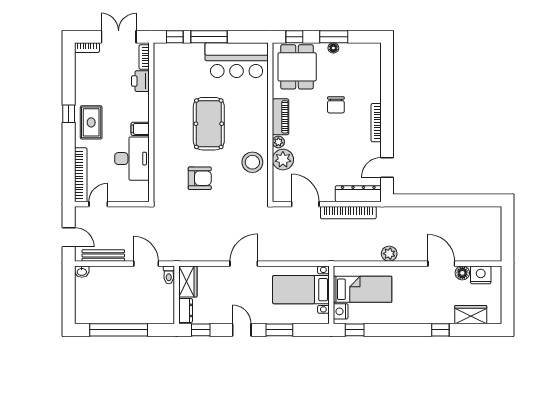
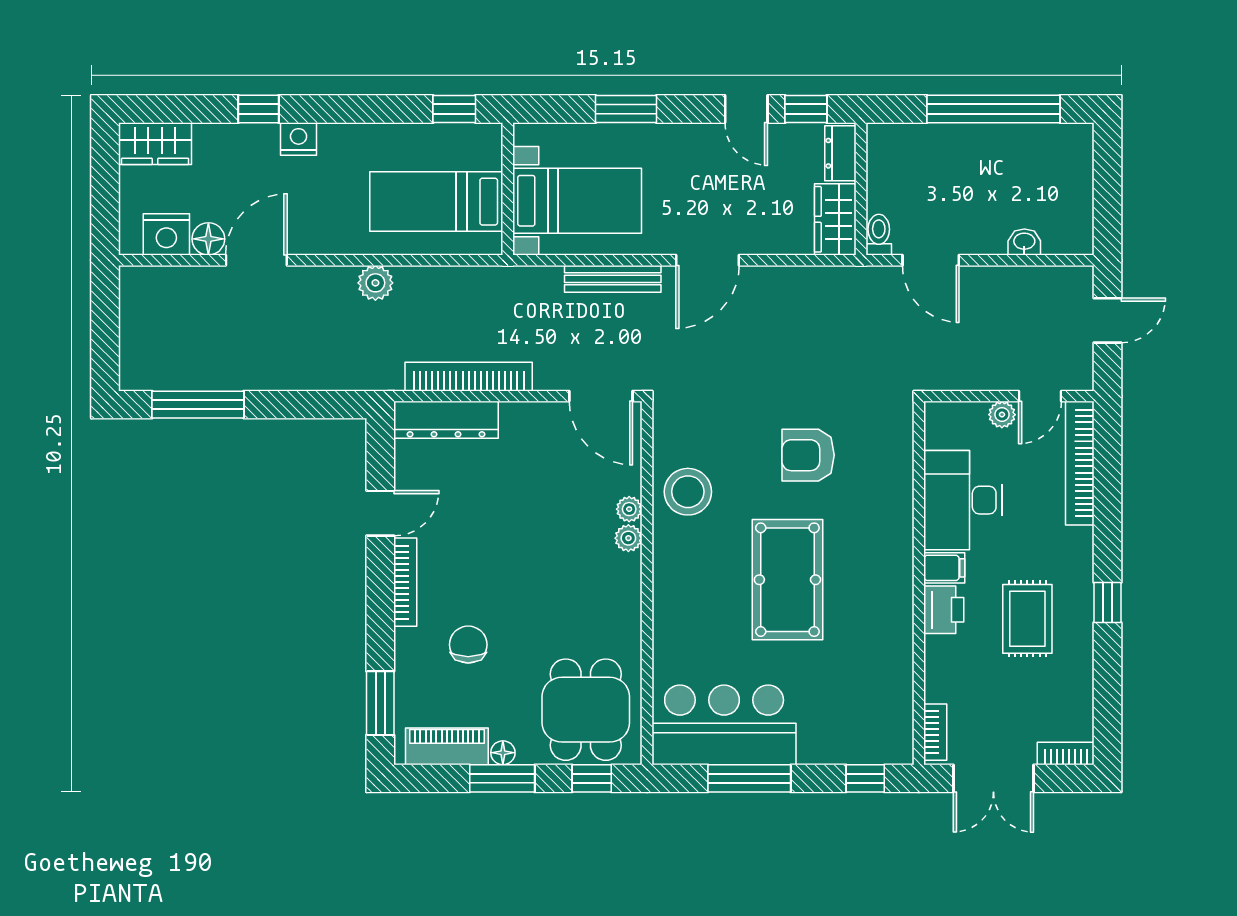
window: (209, 37) -> (749, 778), moved
window: (387, 70) -> (380, 703), added
printer: (140, 81) -> (944, 610), moved
chair: (336, 105) -> (468, 645), moved
piano: (281, 117) -> (447, 746), moved, turned 90
rug: (91, 122) -> (1027, 619), moved
plant: (283, 160) -> (629, 509), width x0.53, depth x0.53
door: (387, 167) -> (380, 513), moved
plant: (115, 196) -> (1002, 415), added
window: (467, 200) -> (198, 405), added
door: (305, 204) -> (601, 396), moved
door: (69, 237) -> (1107, 320), swing flipped
bench: (103, 255) -> (613, 279), moved
door: (441, 264) -> (256, 260), swing flipped
washbasin: (82, 272) -> (1024, 242), moved
nightstand: (341, 311) -> (299, 139), moved, turned -90
wardrobe: (471, 315) -> (155, 144), moved
door: (242, 330) -> (746, 109), moved

